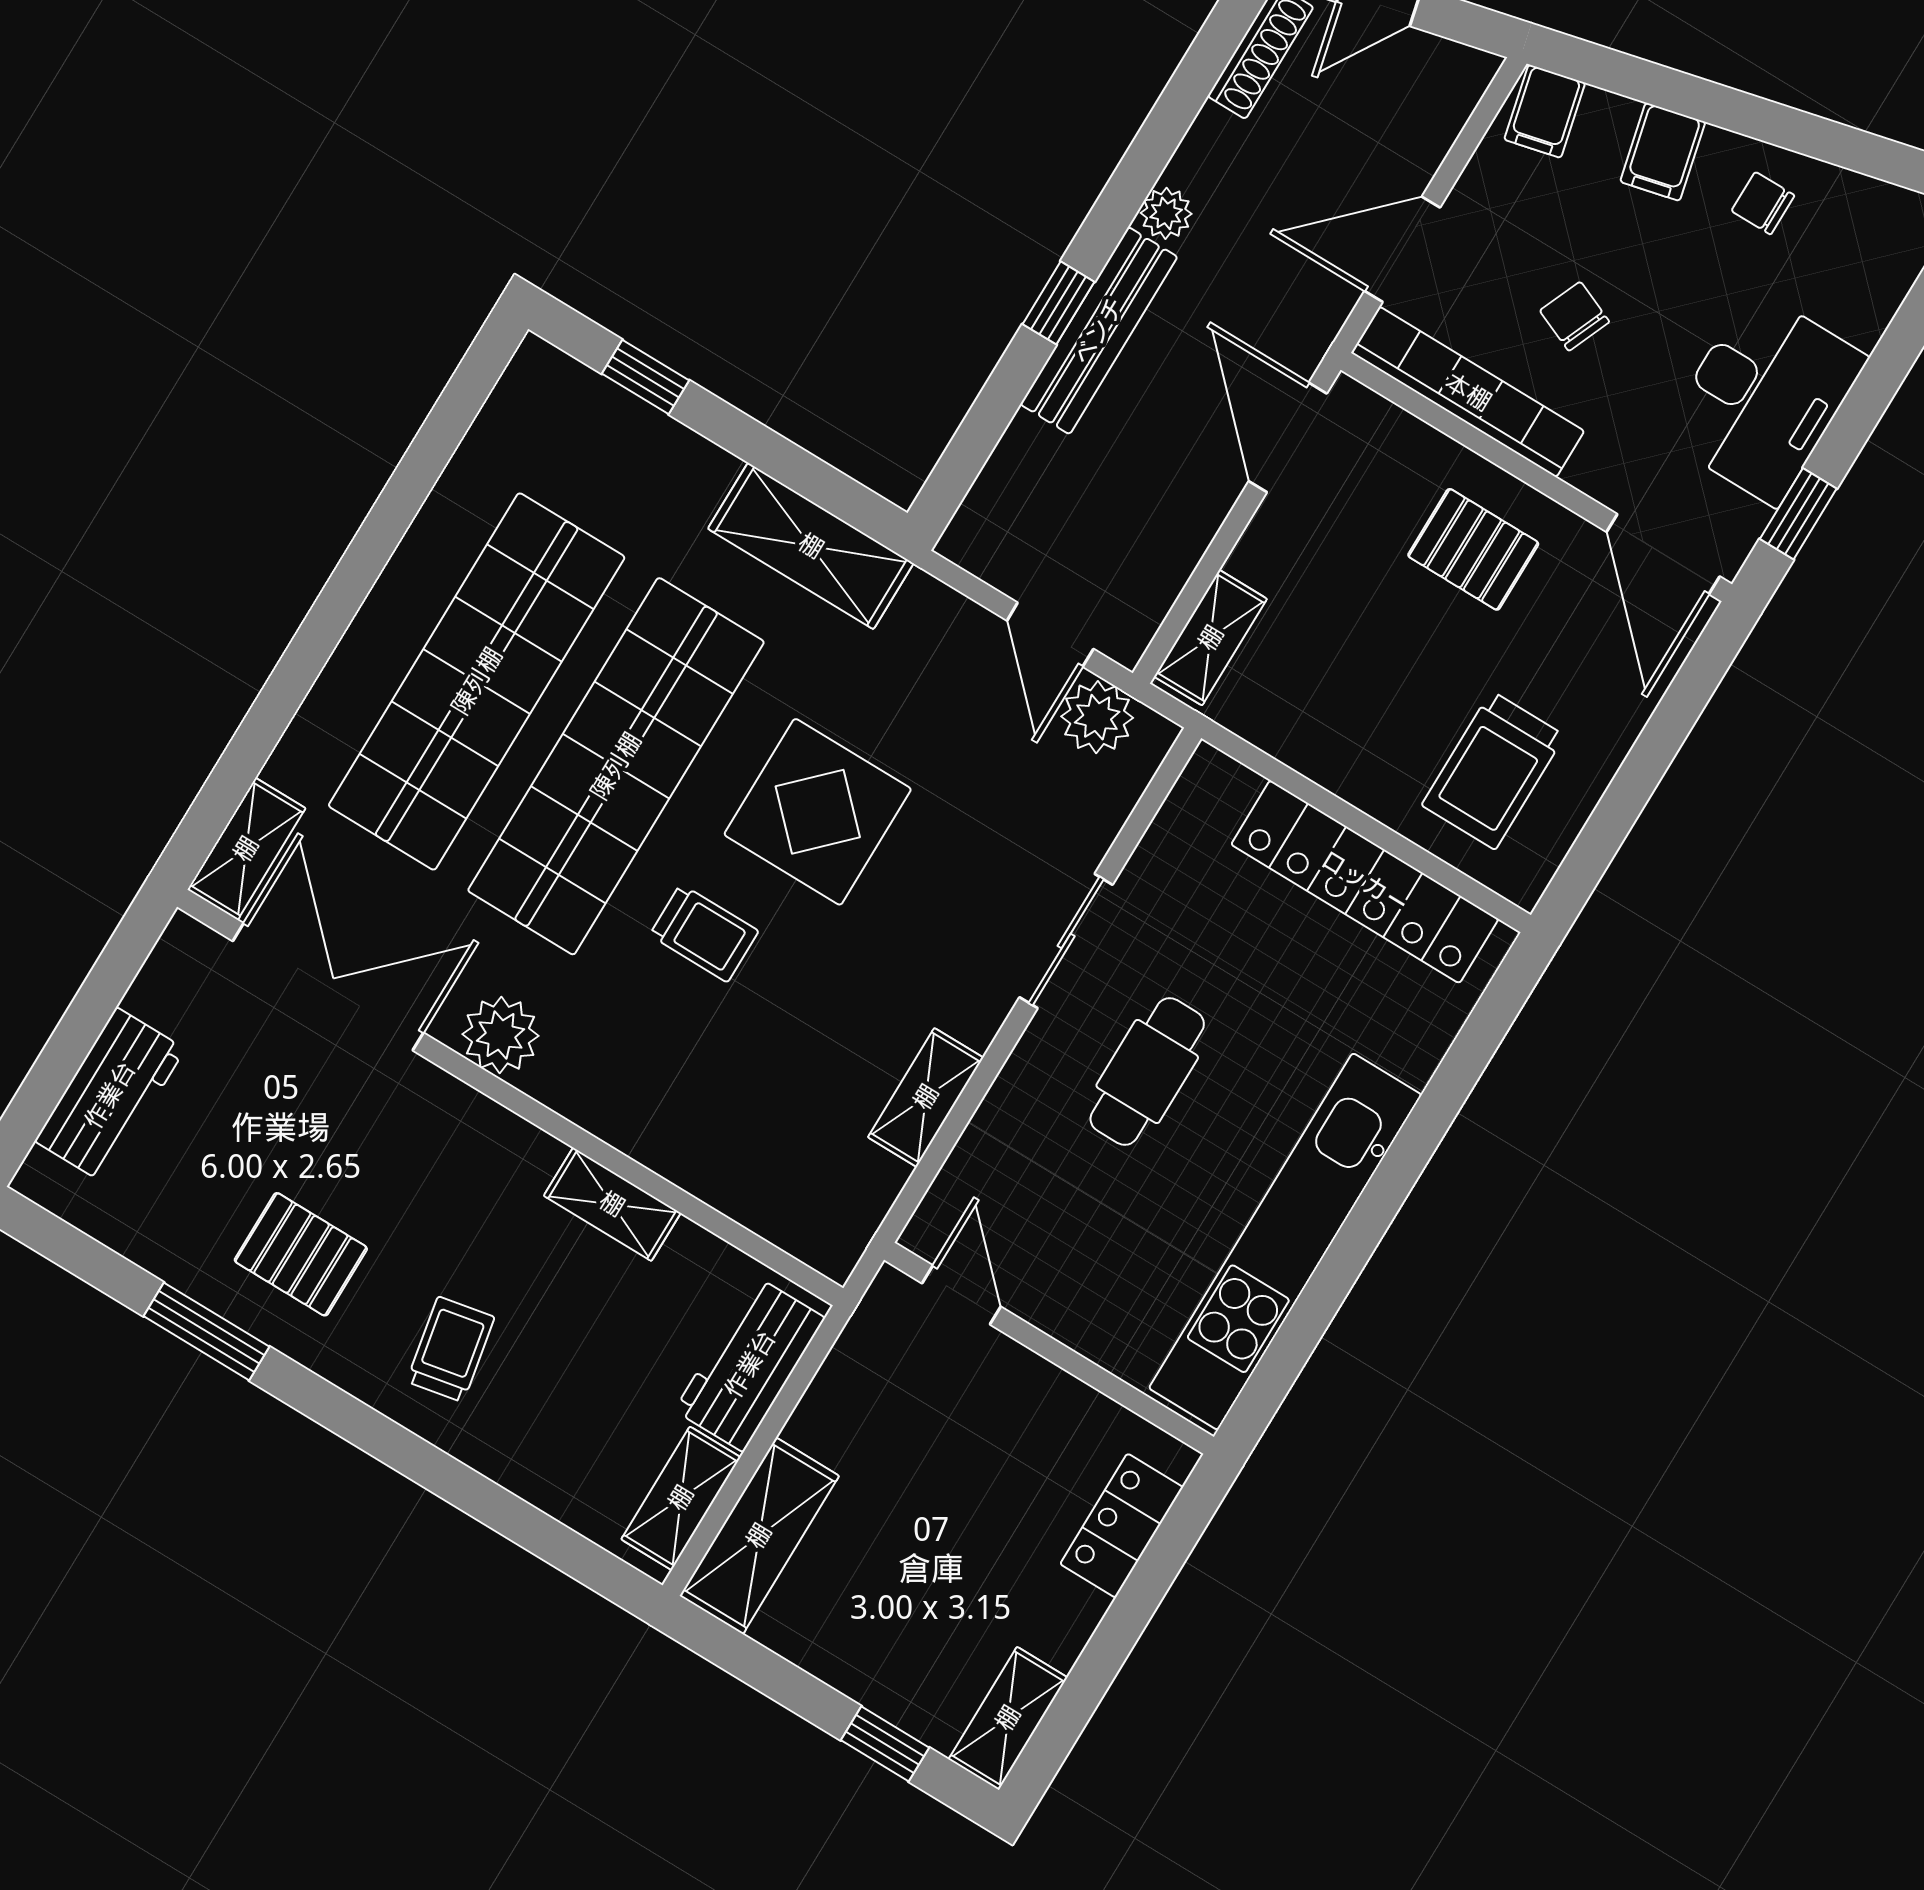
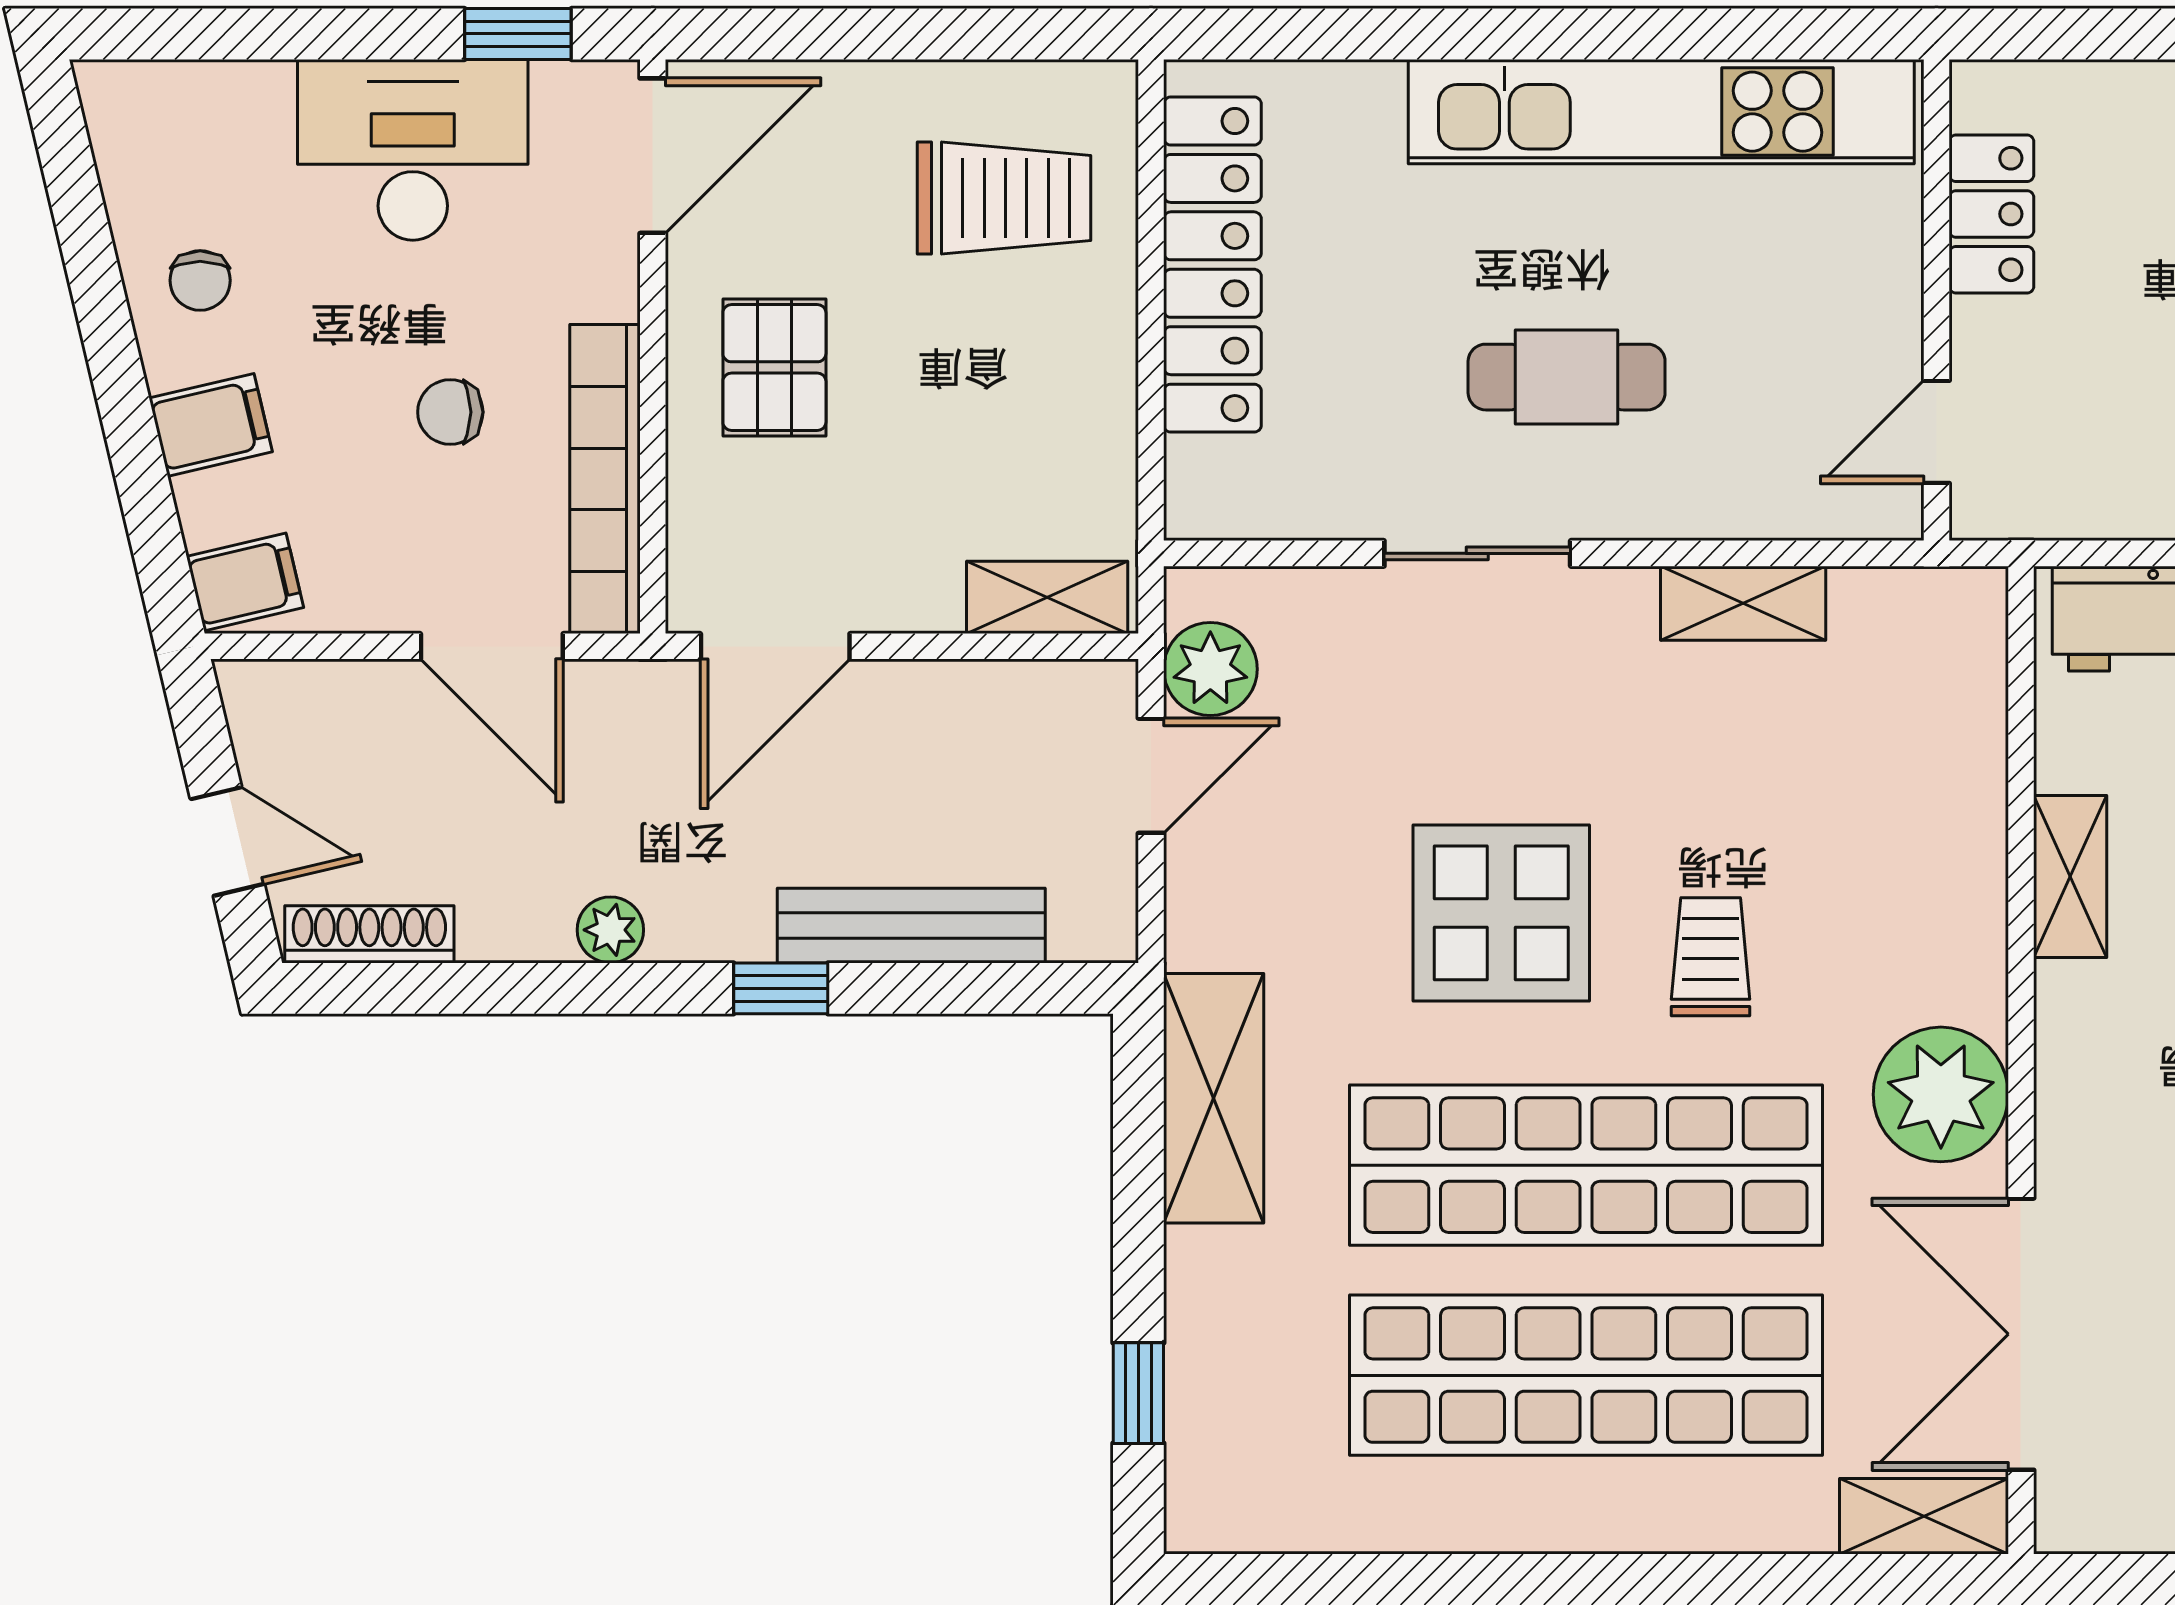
chair: (1575, 316) -> (450, 412), turned 67
bench: (1099, 331) -> (911, 926), moved
plant: (501, 1035) -> (1941, 1094), width x1.36, depth x1.36
locker: (1122, 1526) -> (1991, 214), moved, turned -90

